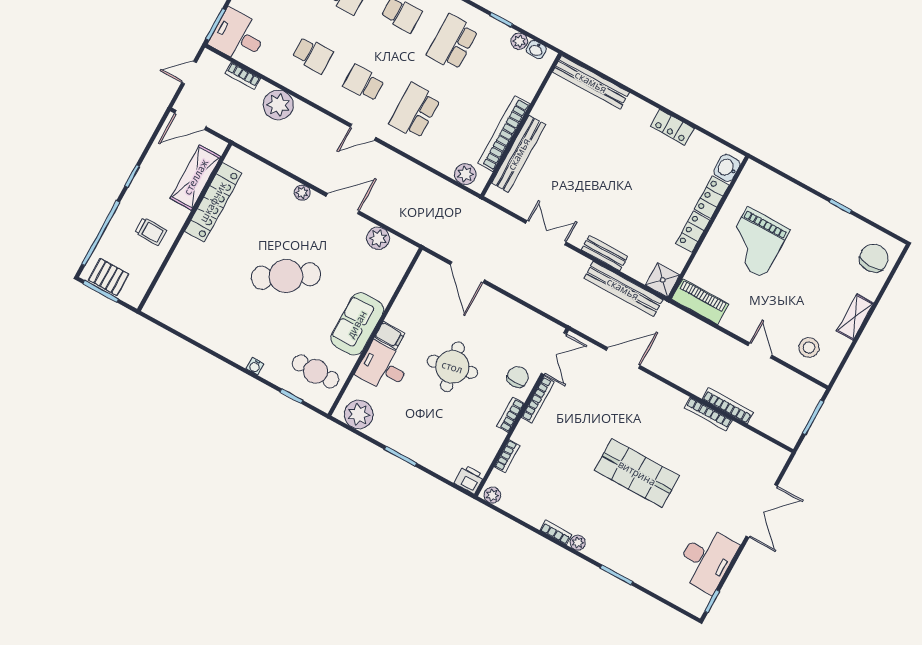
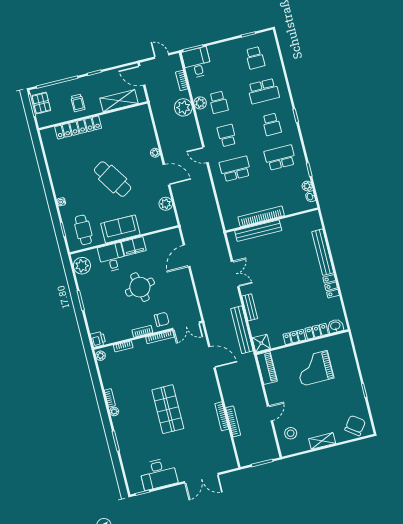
bench: (591, 82) -> (323, 252), moved
plant: (465, 174) -> (200, 103), moved
locker: (213, 202) -> (78, 127), moved
chair: (874, 258) -> (355, 426), turned -54
filing cabinet: (390, 335) -> (134, 246), width x2.00

